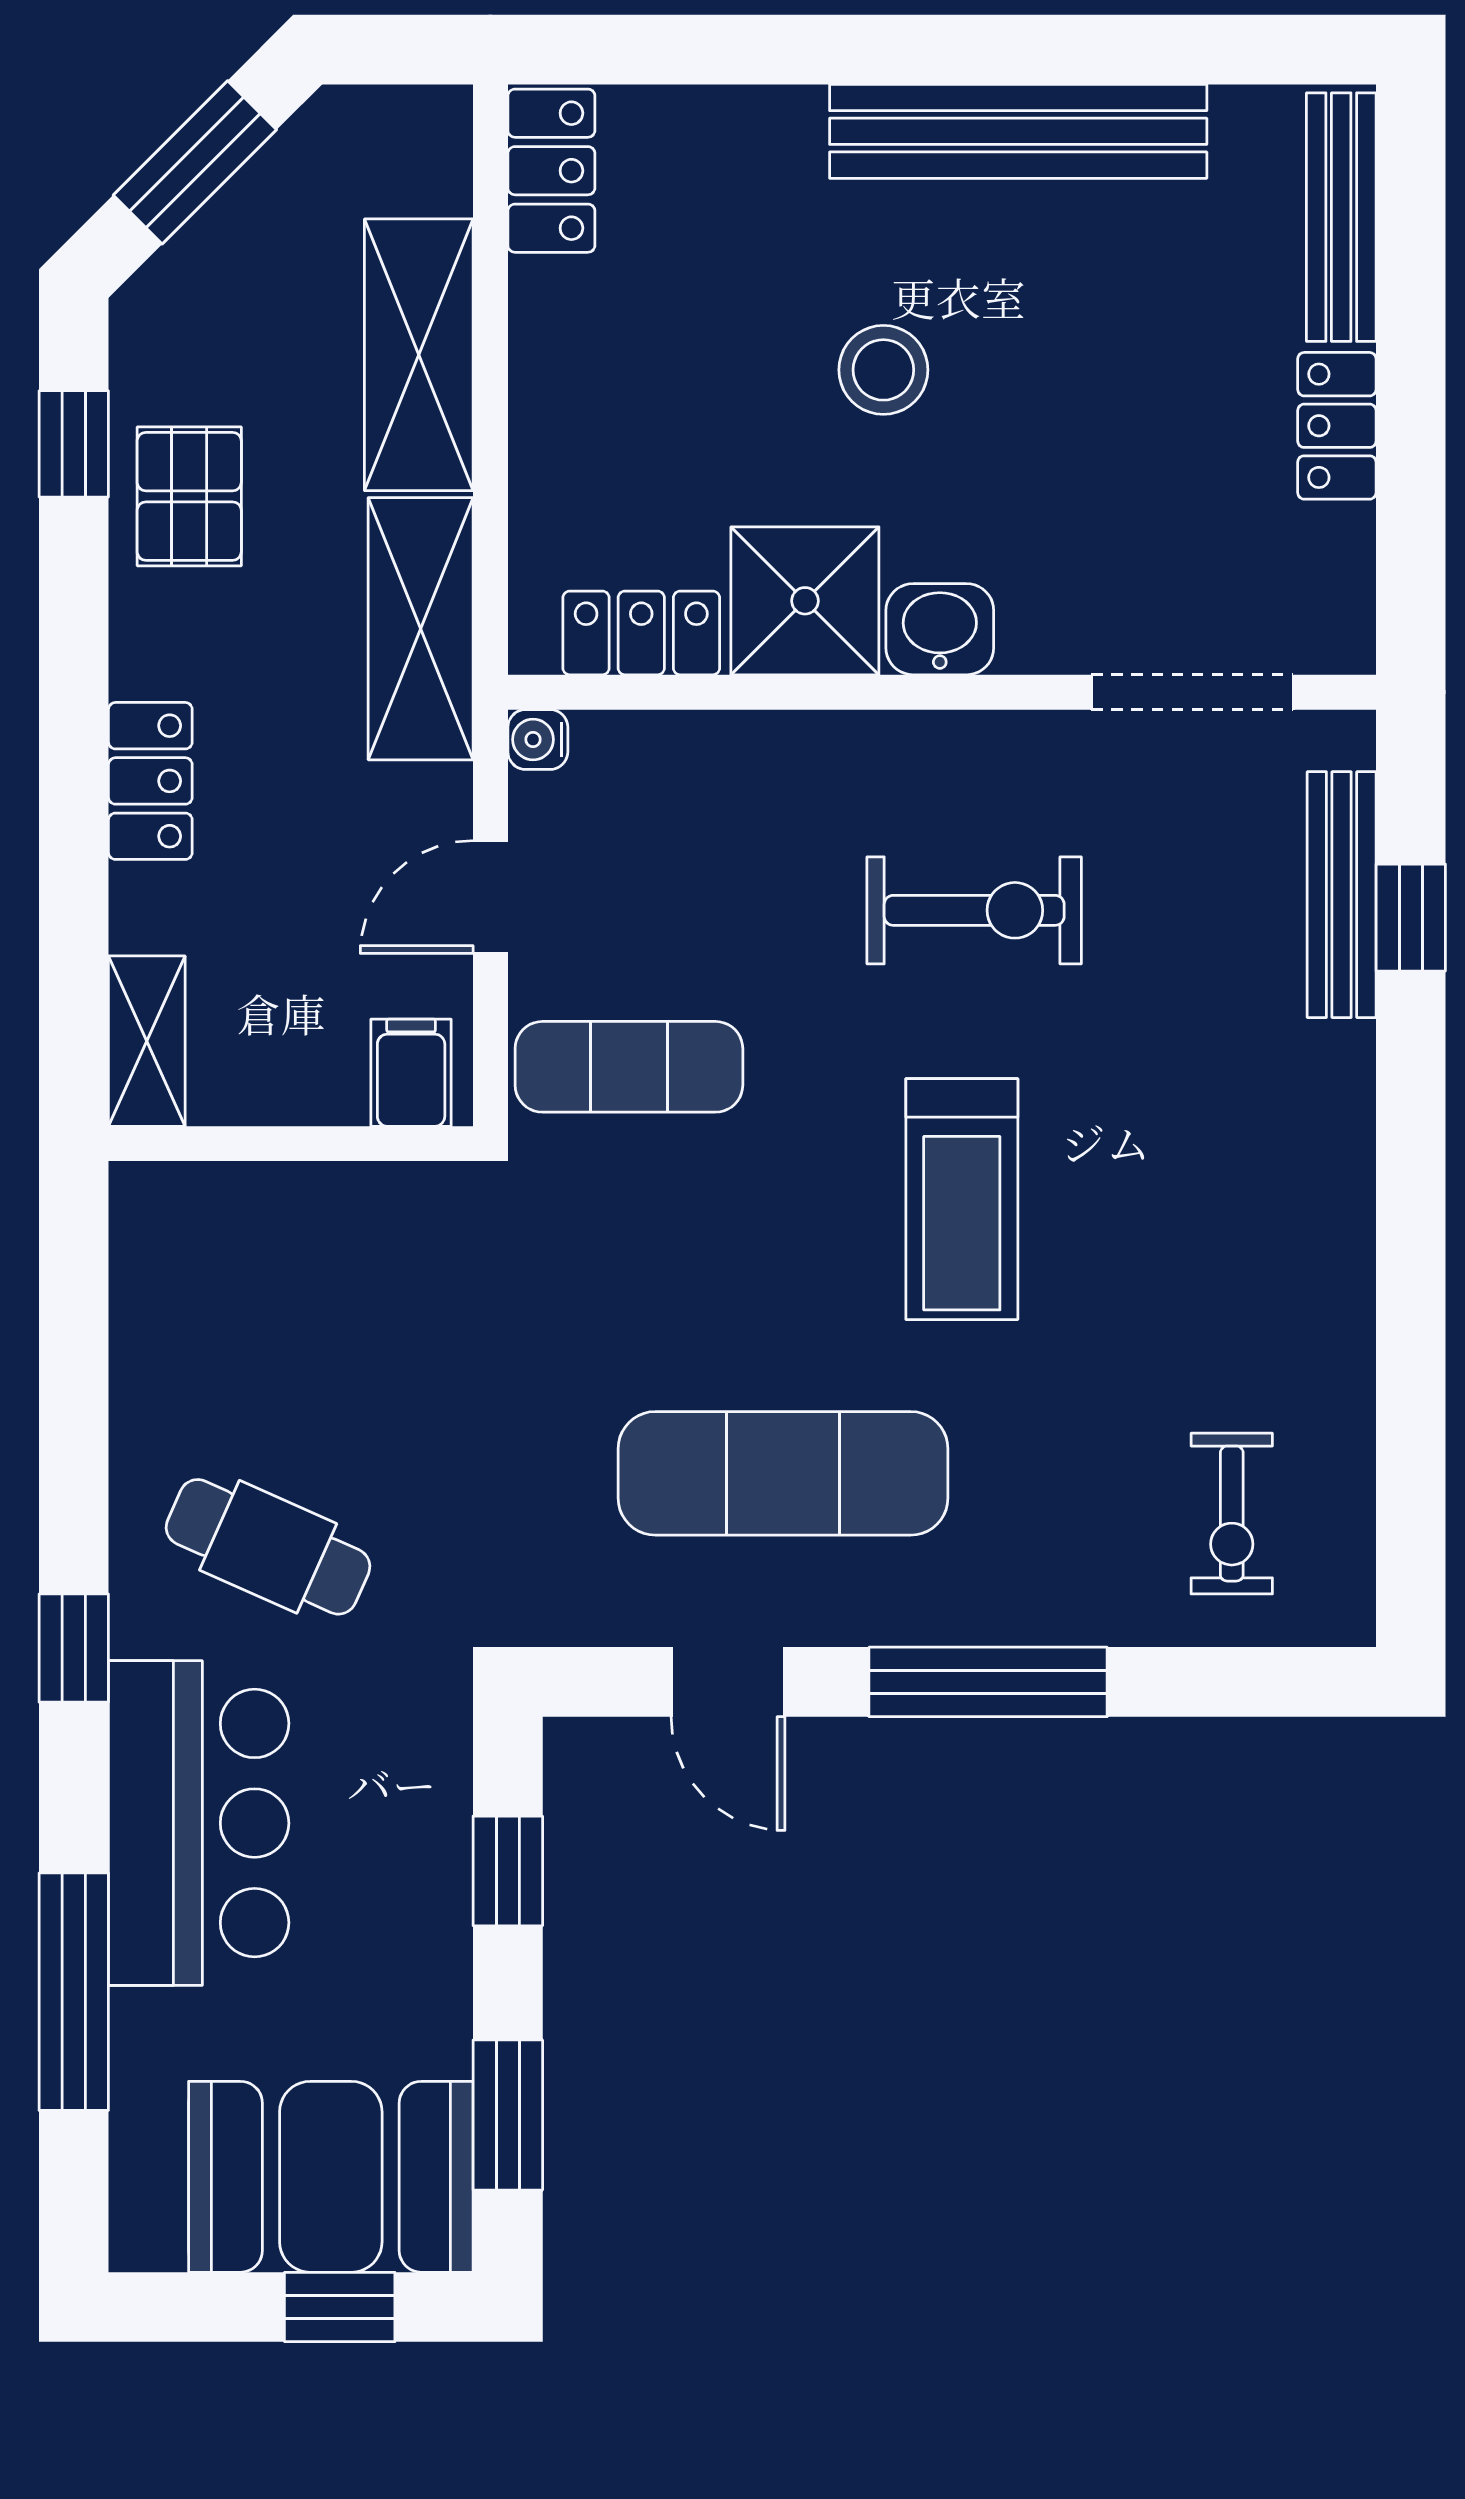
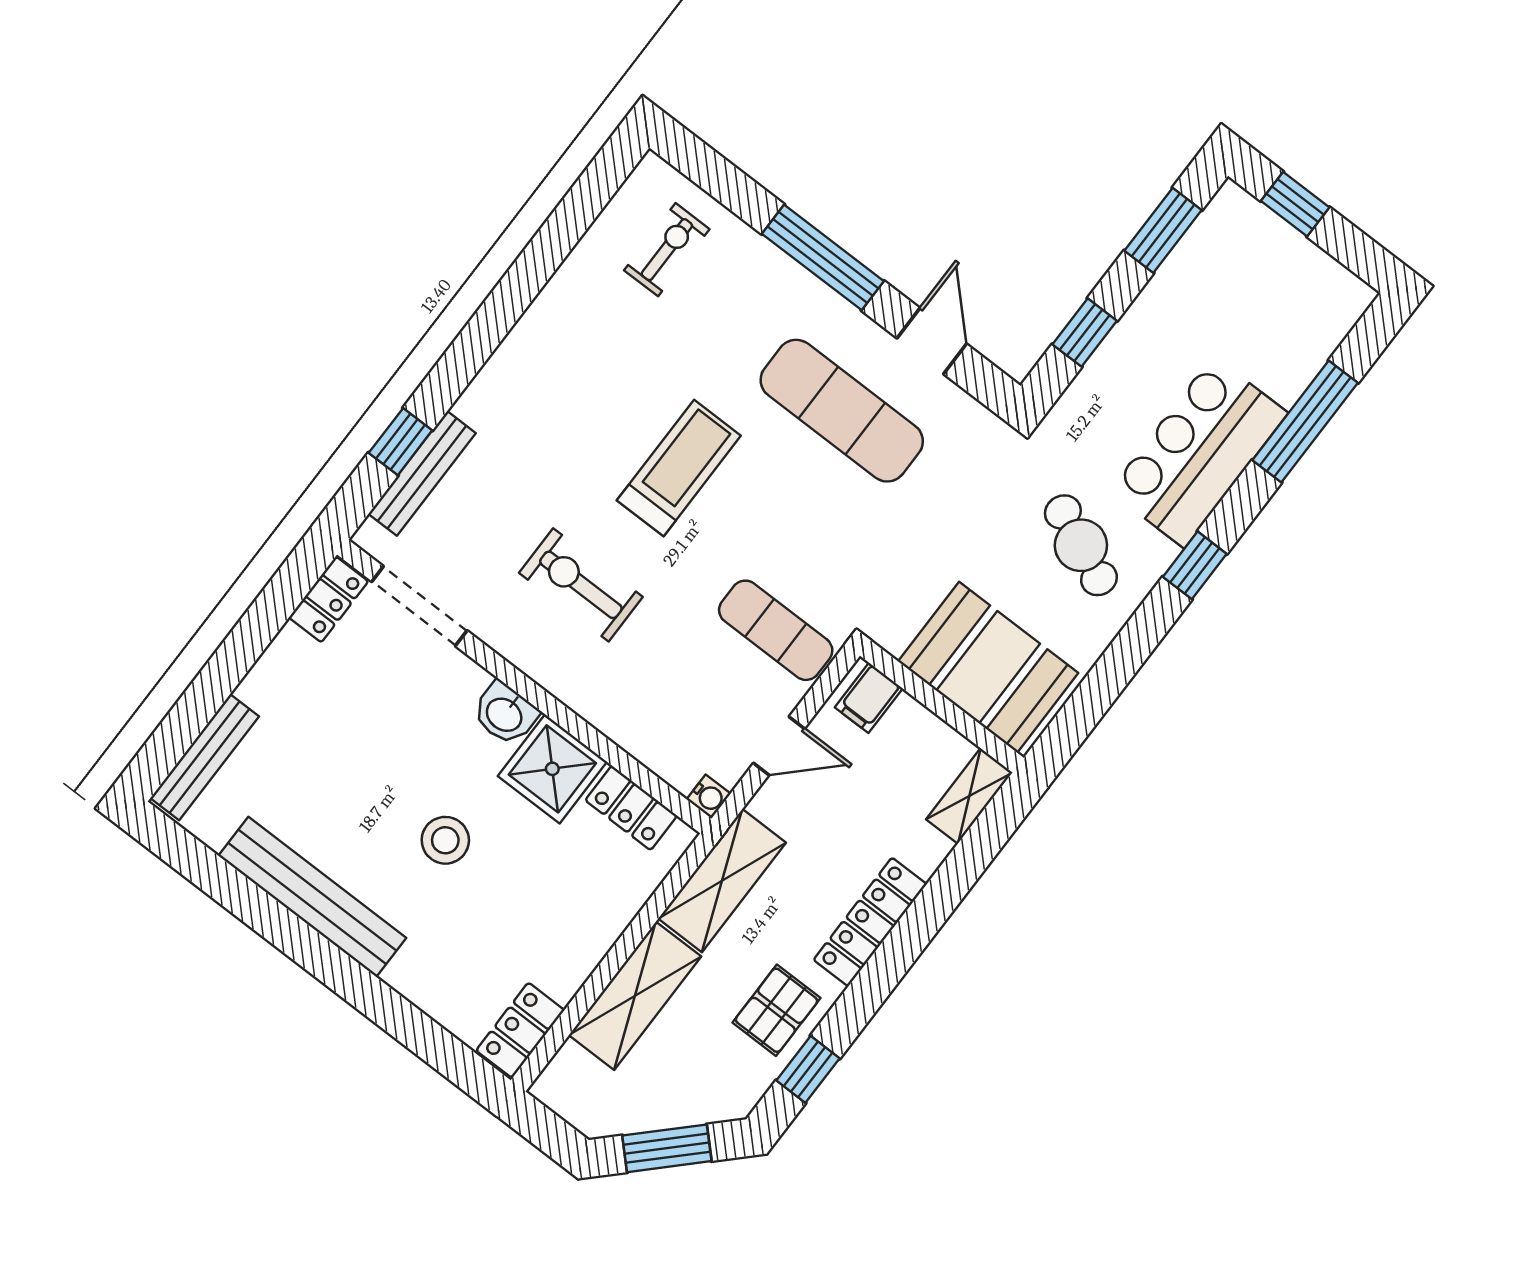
locker: (1337, 426) -> (329, 599), moved
locker: (150, 781) -> (870, 922), width x1.53
booth: (331, 2177) -> (988, 667), moved

